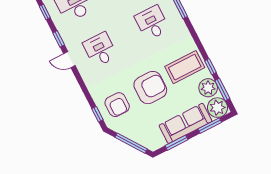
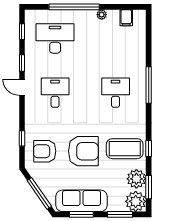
window: (211, 67) -> (149, 149), moved
armchair: (117, 105) -> (45, 151), turned 90
window: (97, 114) -> (22, 138), moved
sofa: (185, 123) -> (82, 201), moved

